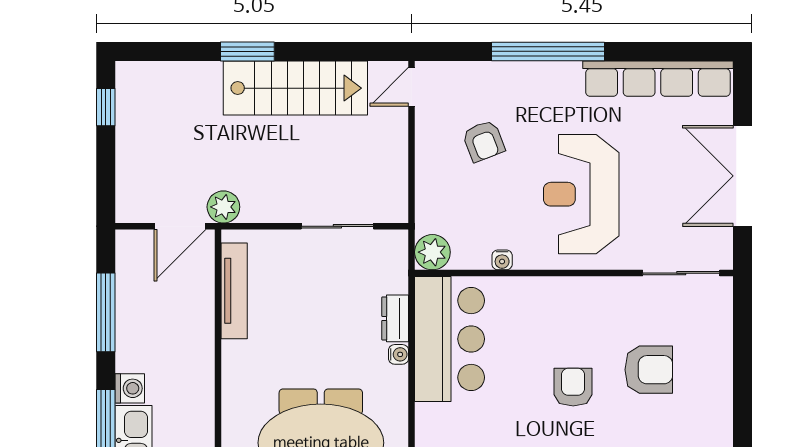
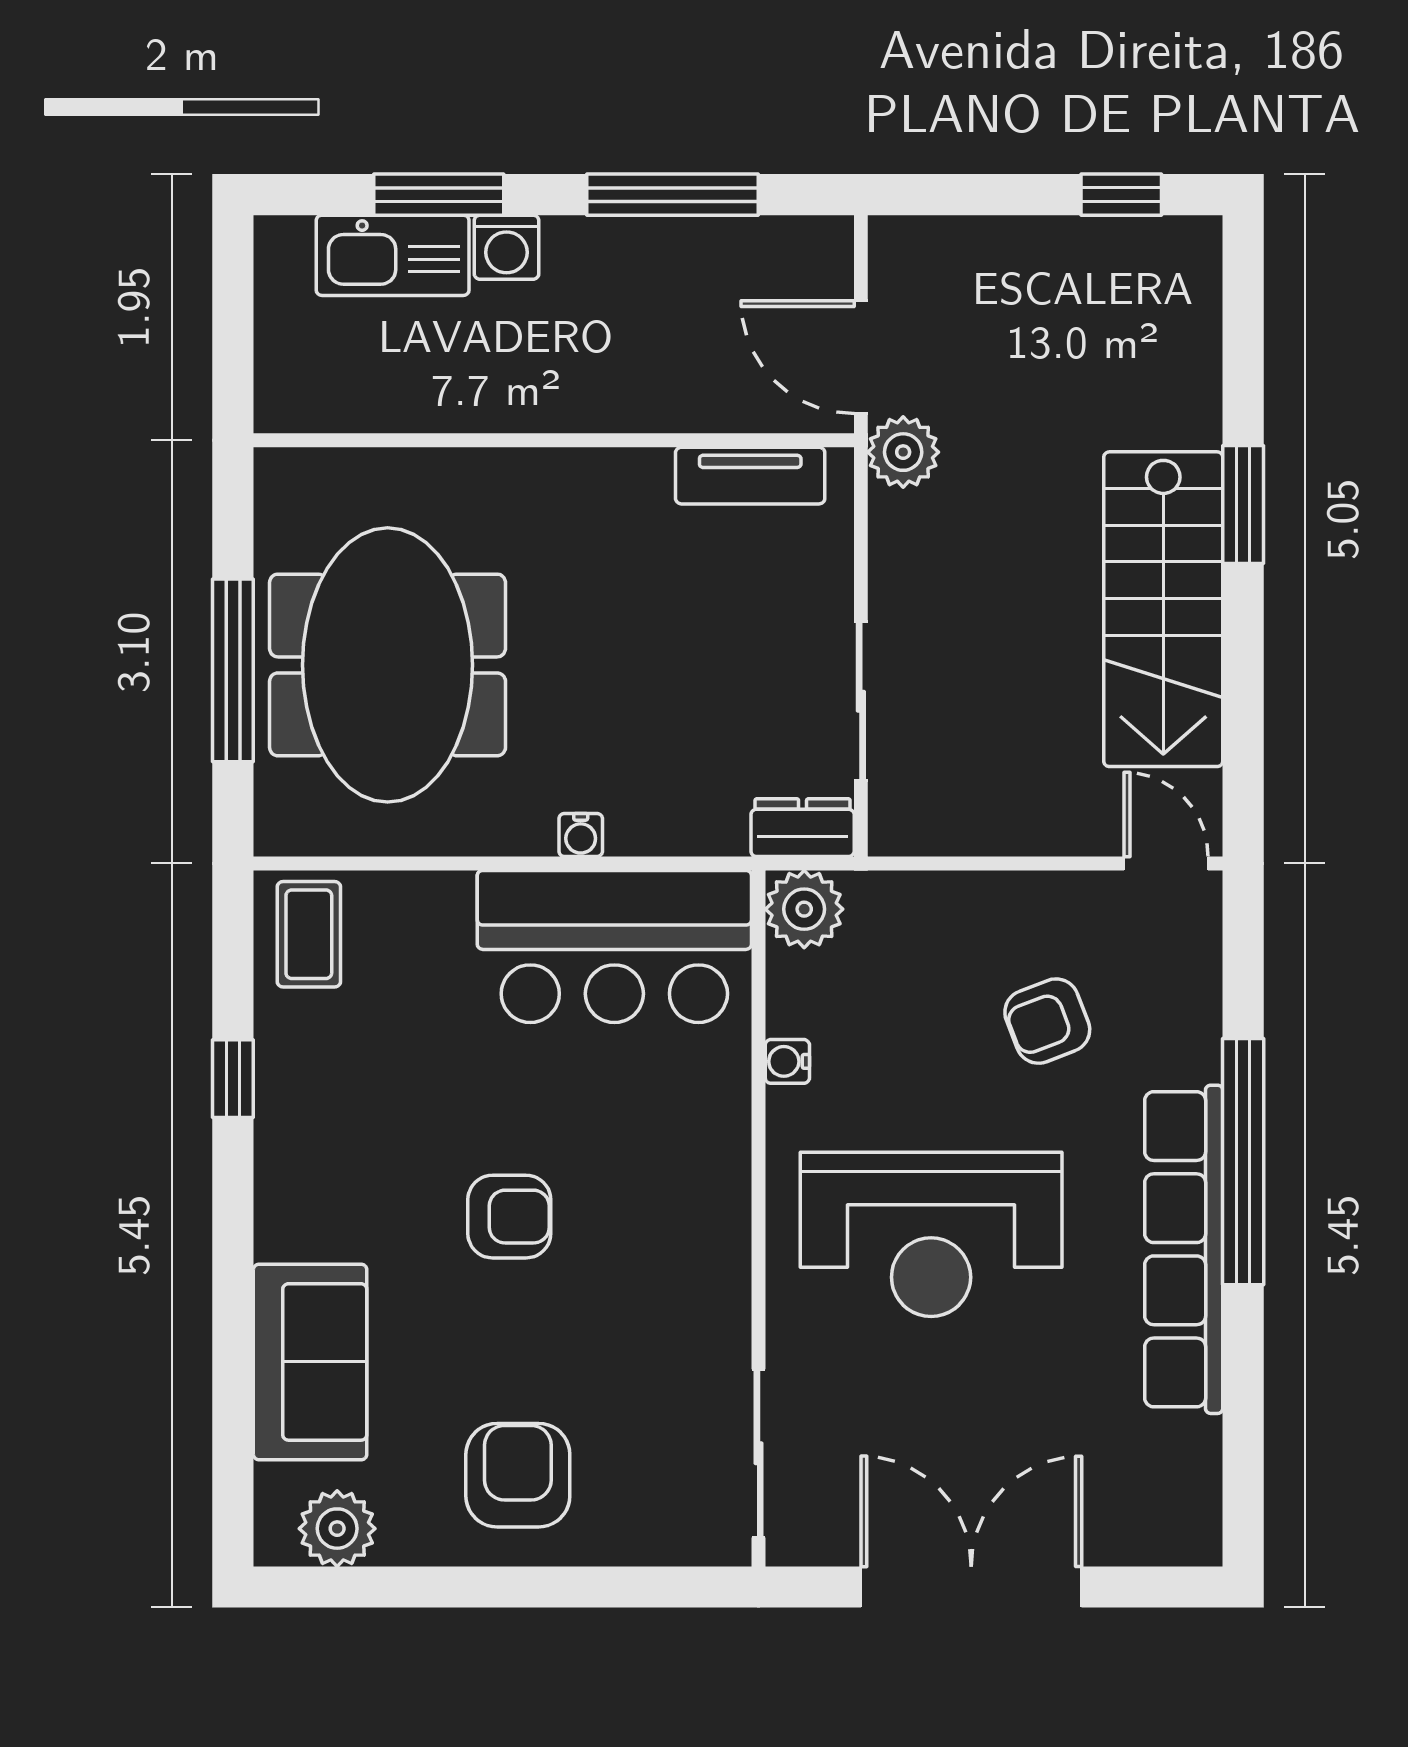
row of seats: (658, 79) -> (1184, 1249), moved
reception desk: (581, 194) -> (931, 1234), turned 180
tv unit: (234, 291) -> (750, 476), width x0.71
dresser: (395, 318) -> (803, 828), moved
armchair: (649, 370) -> (518, 1475), moved, turned 180

